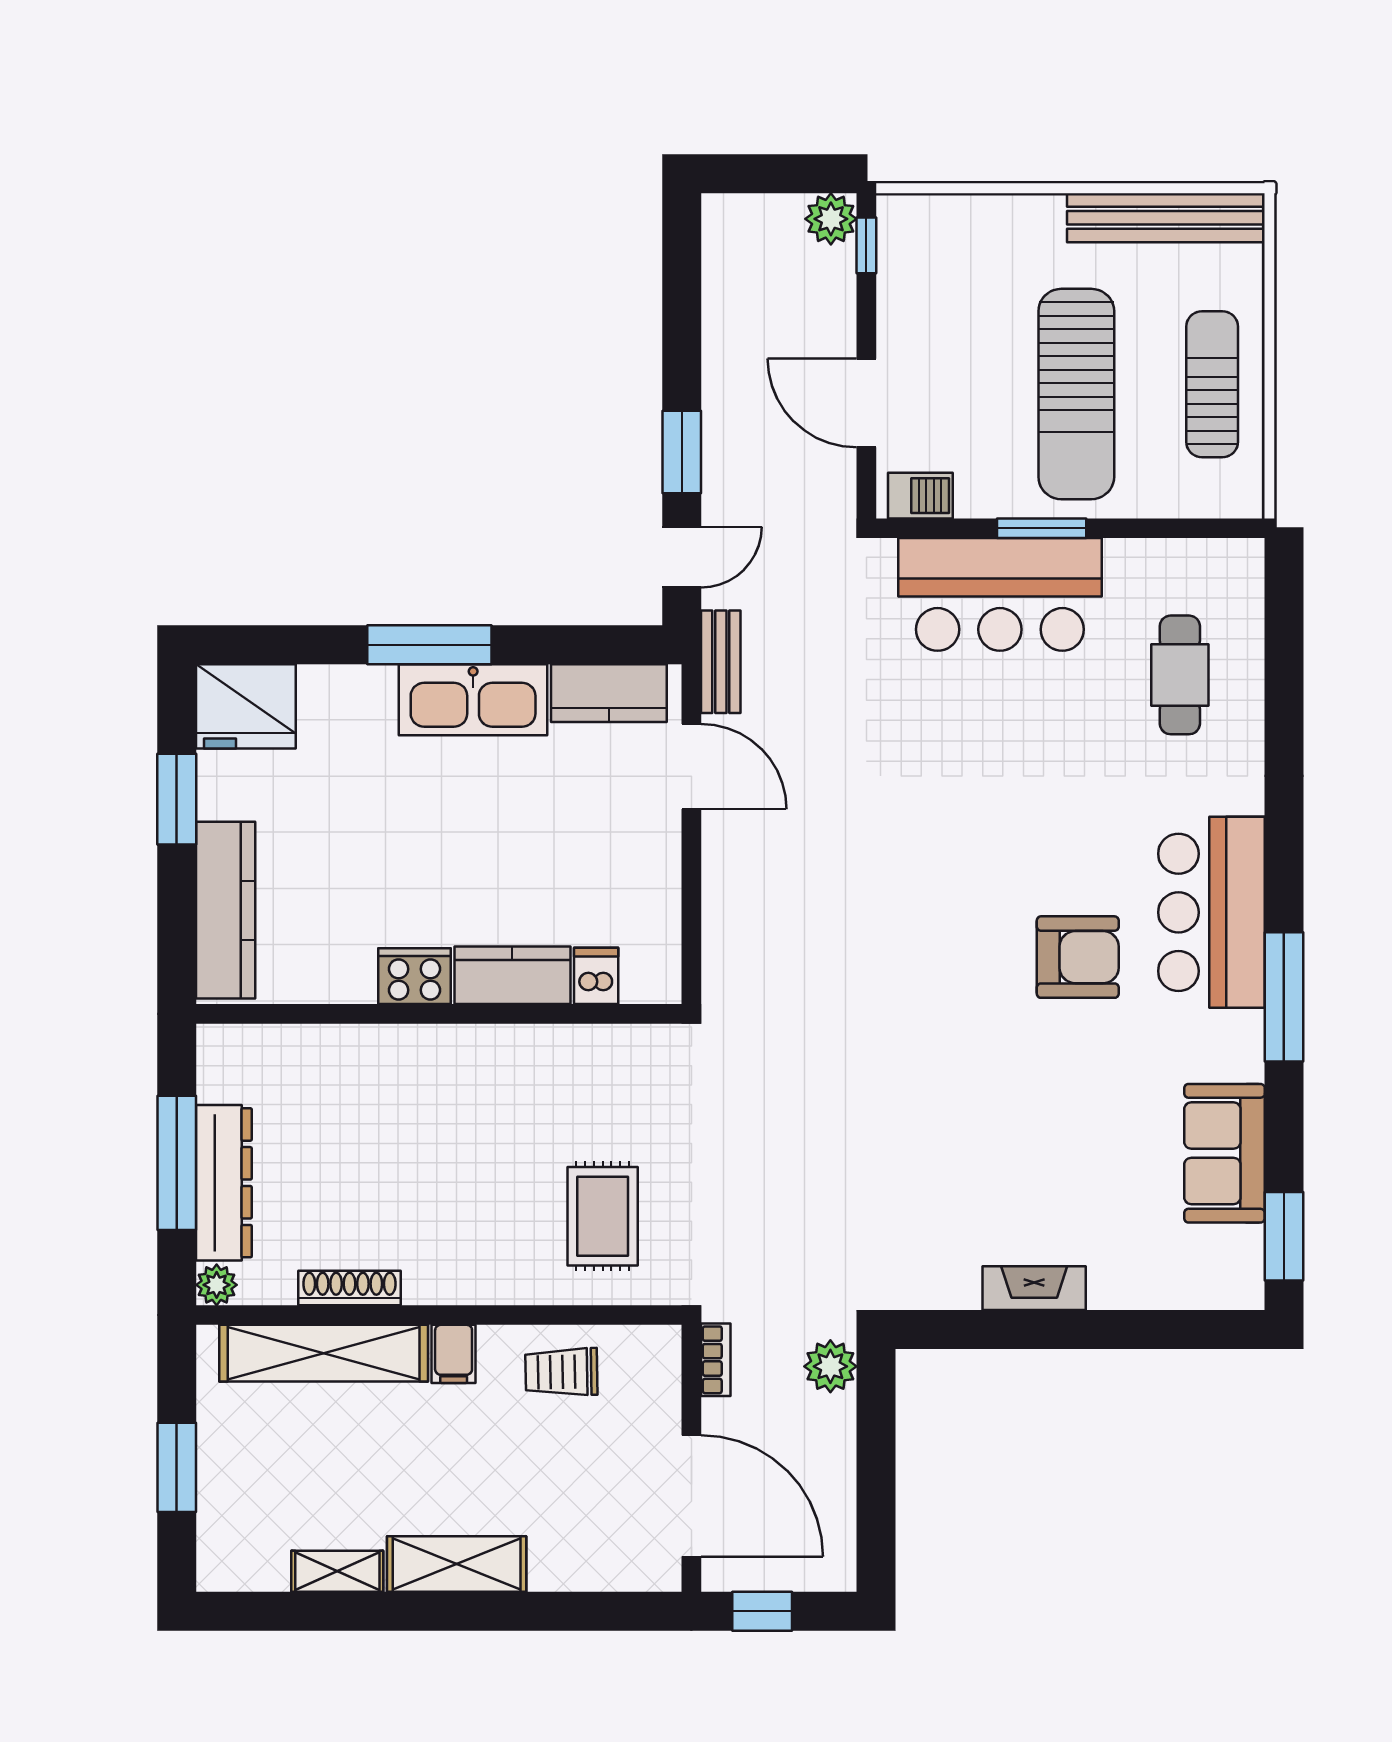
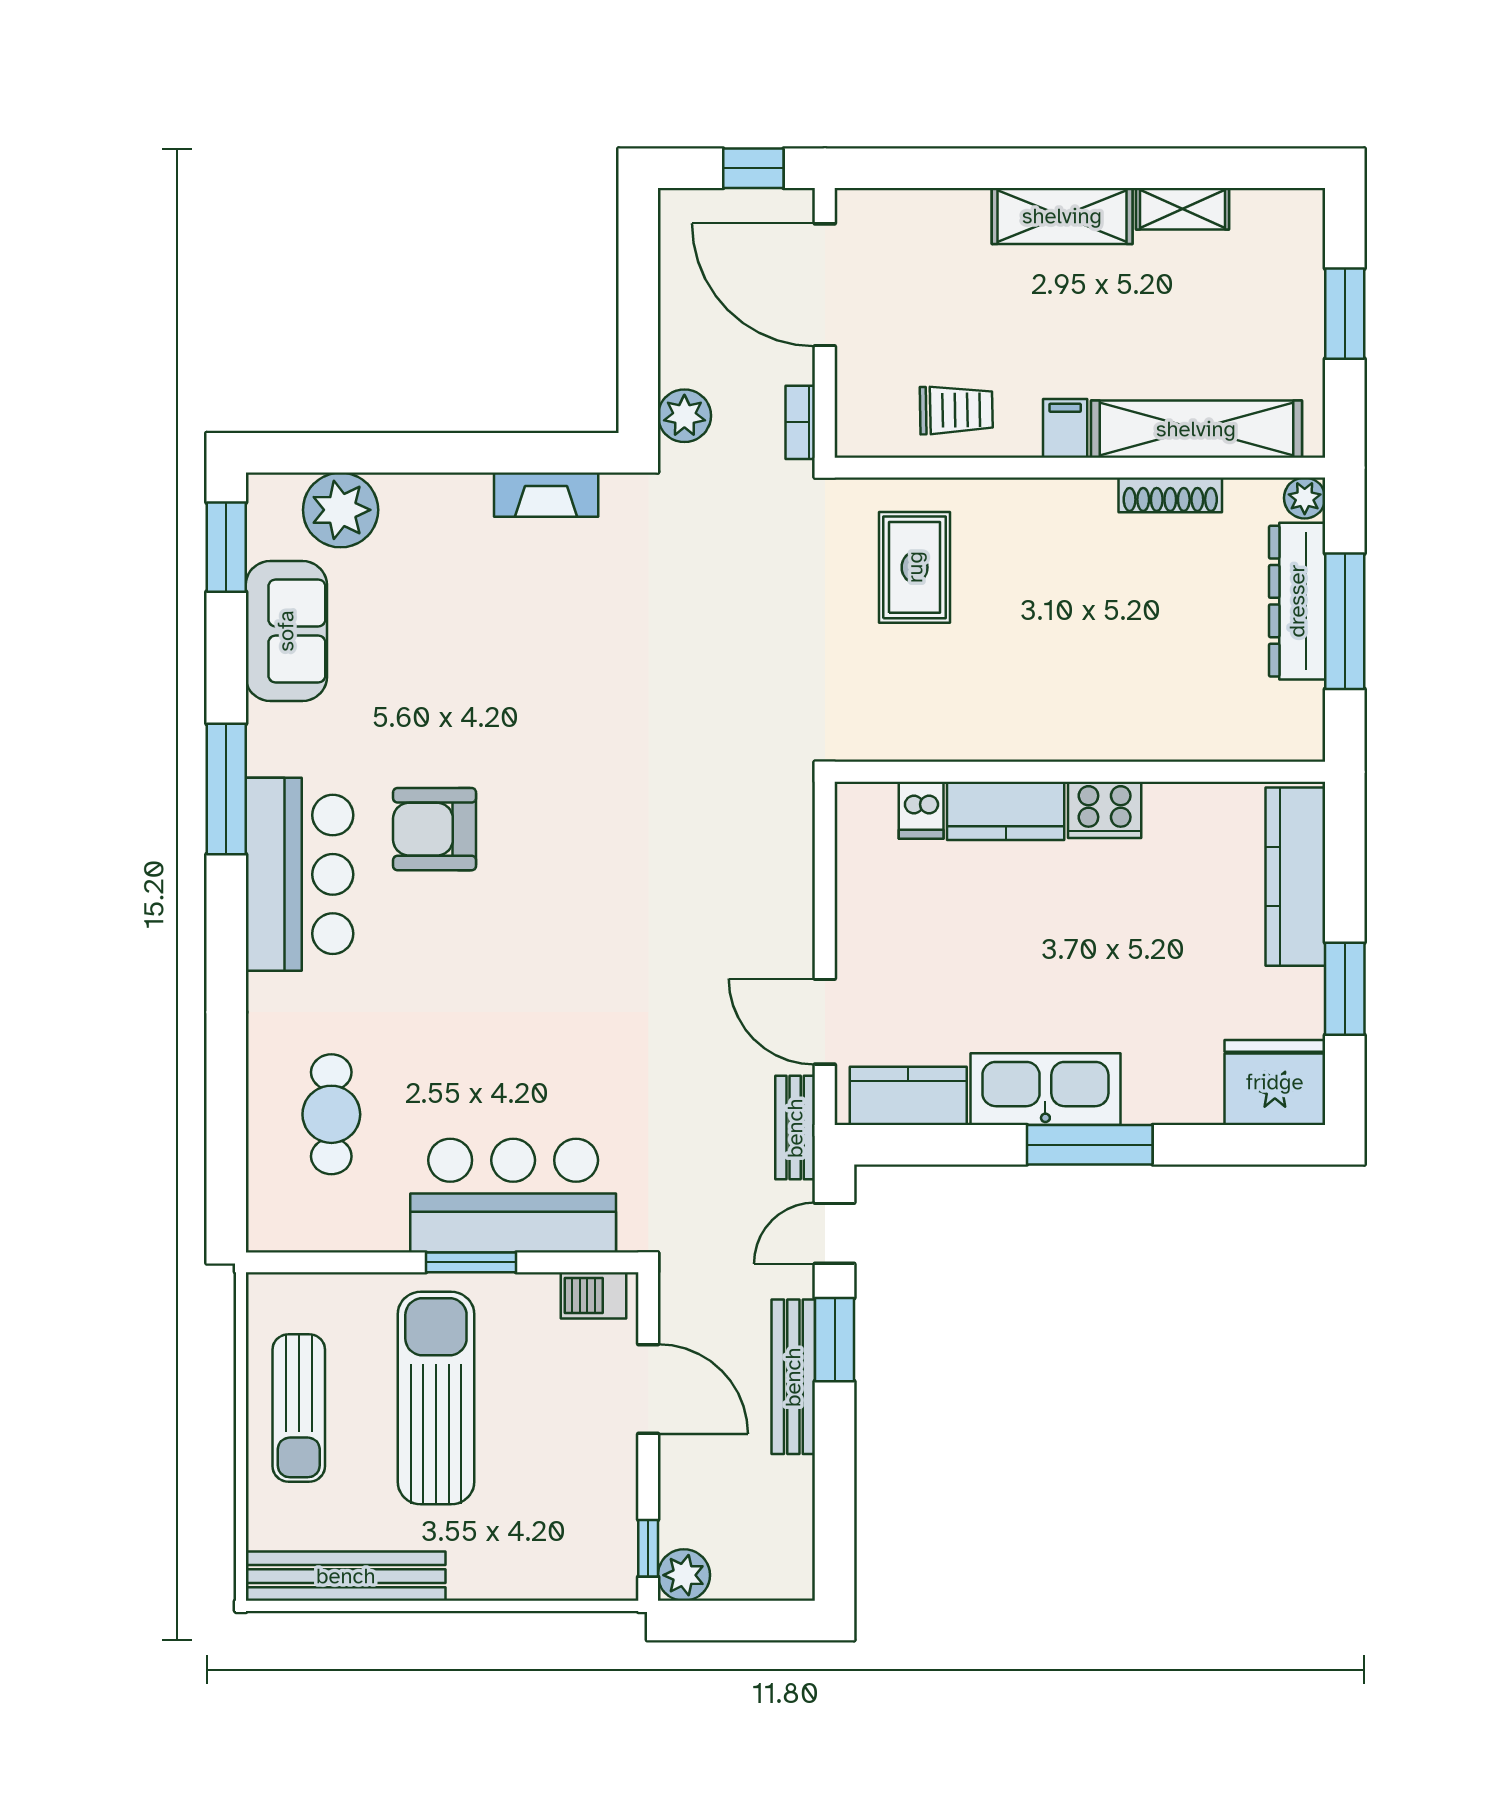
bench: (723, 415) -> (793, 1377), added
plant: (1171, 1273) -> (341, 510), added
fireplace: (1034, 1288) -> (546, 495), moved

